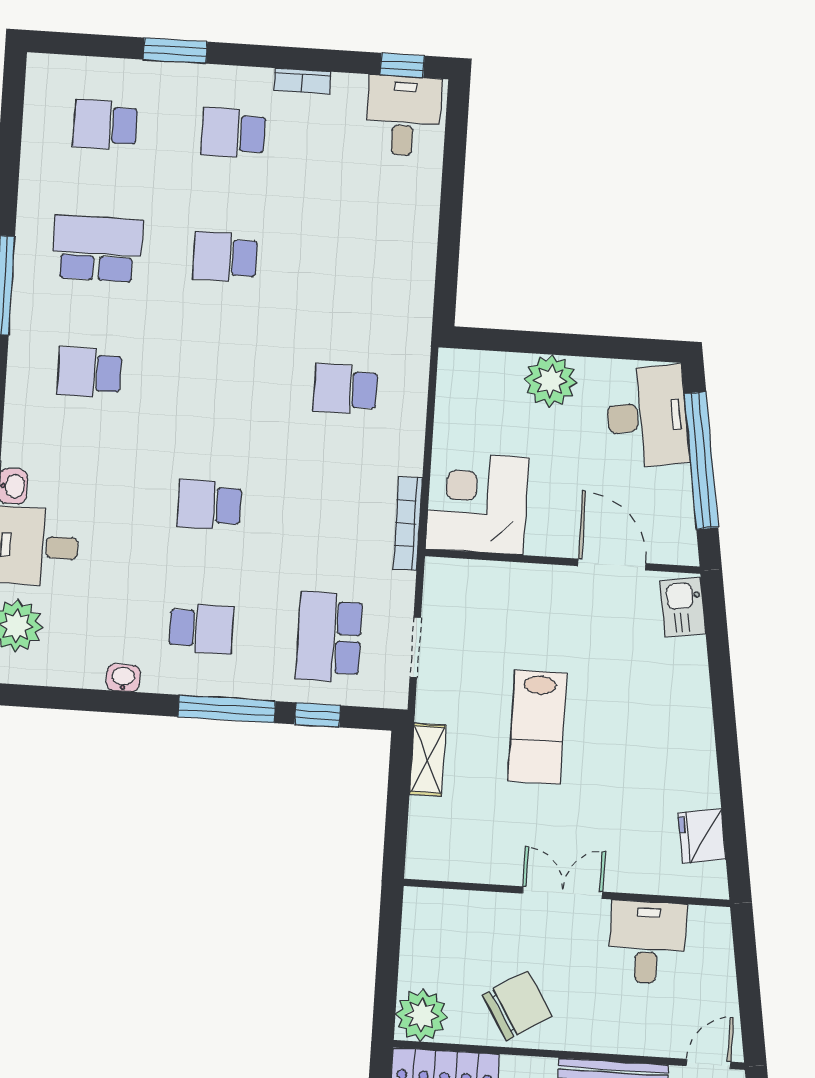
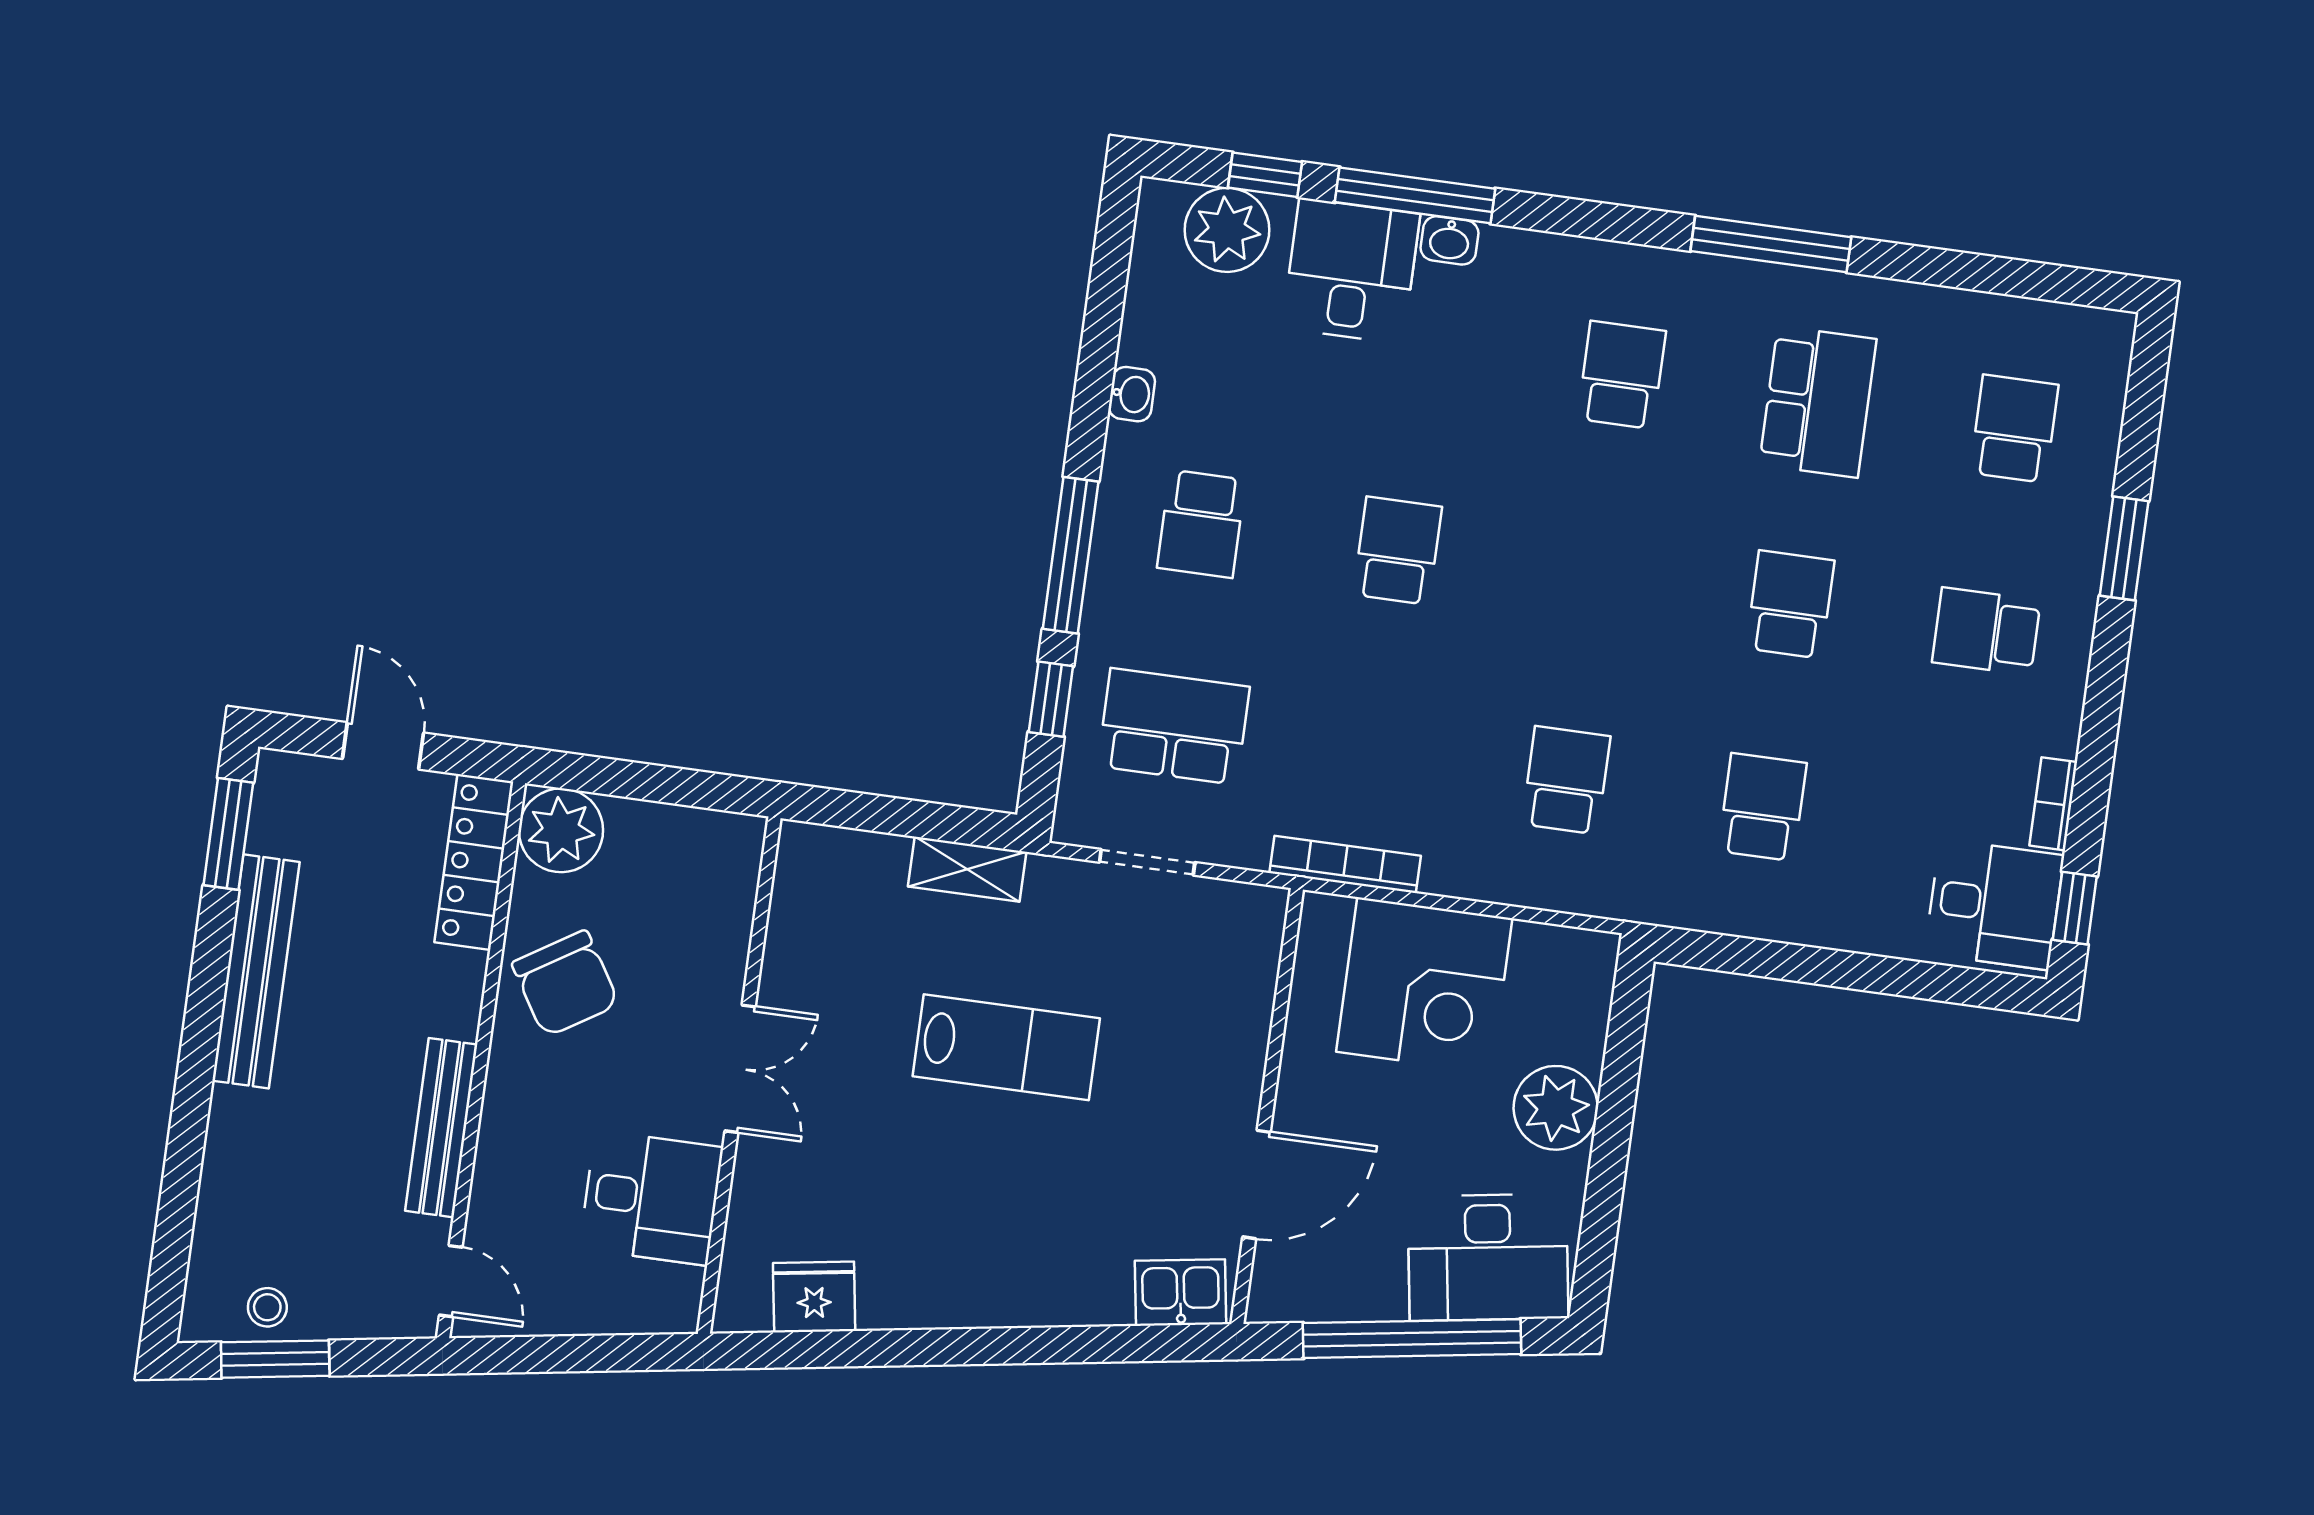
bookcase: (302, 81) -> (2053, 804), moved
school desk: (233, 133) -> (1986, 631), turned -90
school desk: (353, 265) -> (1762, 807), added
corner desk: (477, 503) -> (1424, 985), moved, turned 90
lab bench: (537, 727) -> (1006, 1047), turned 180

